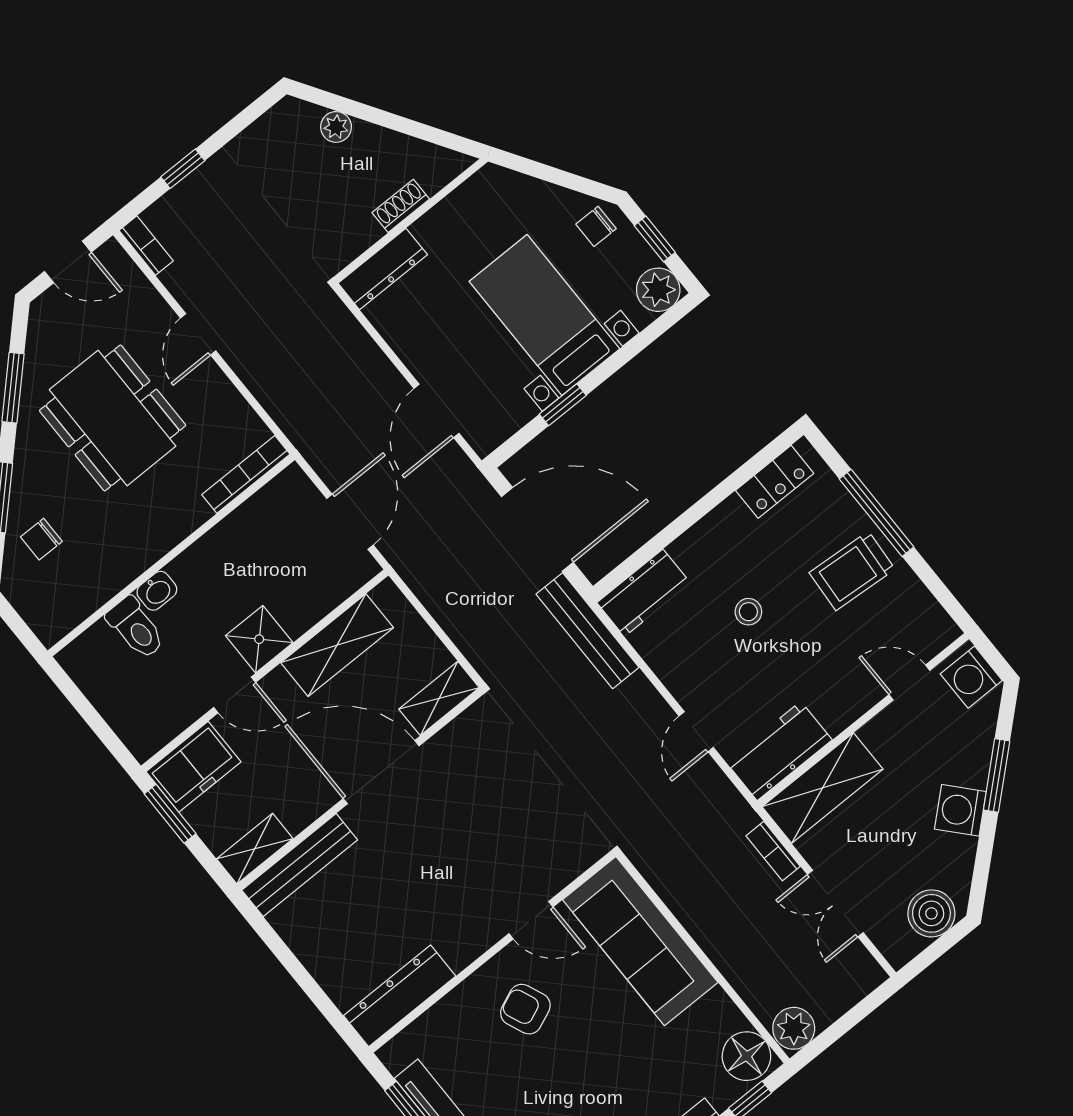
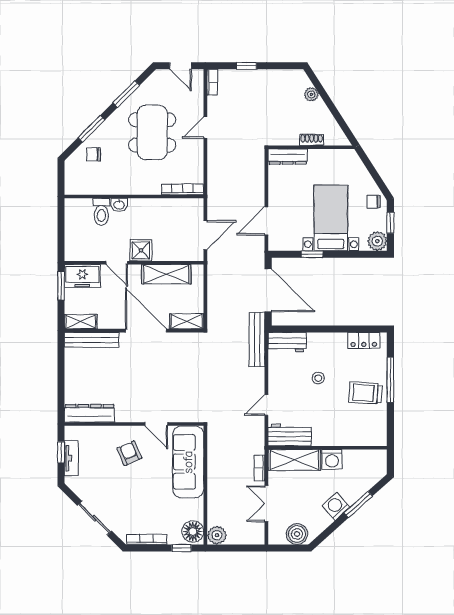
washing machine: (971, 677) -> (332, 459), moved, turned -90
door: (909, 682) -> (354, 448), removed

